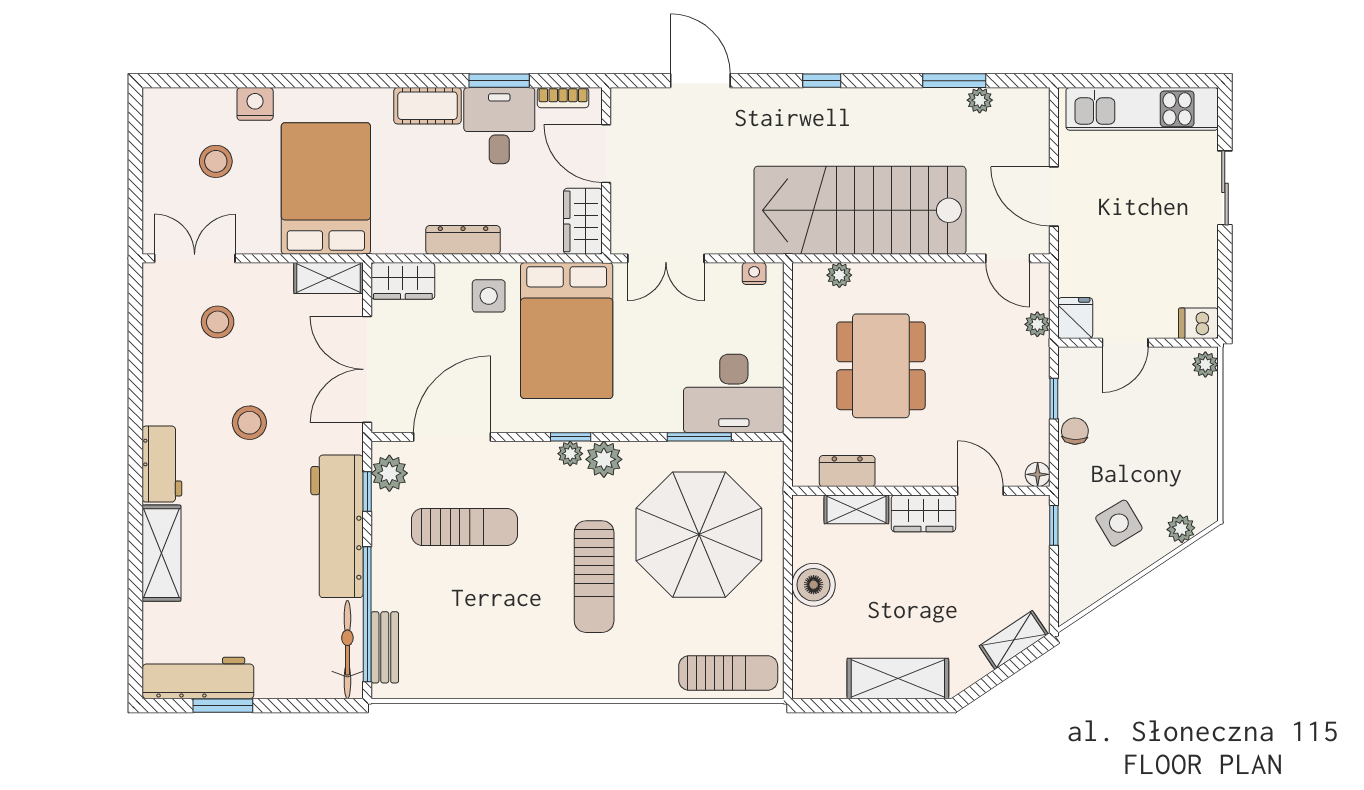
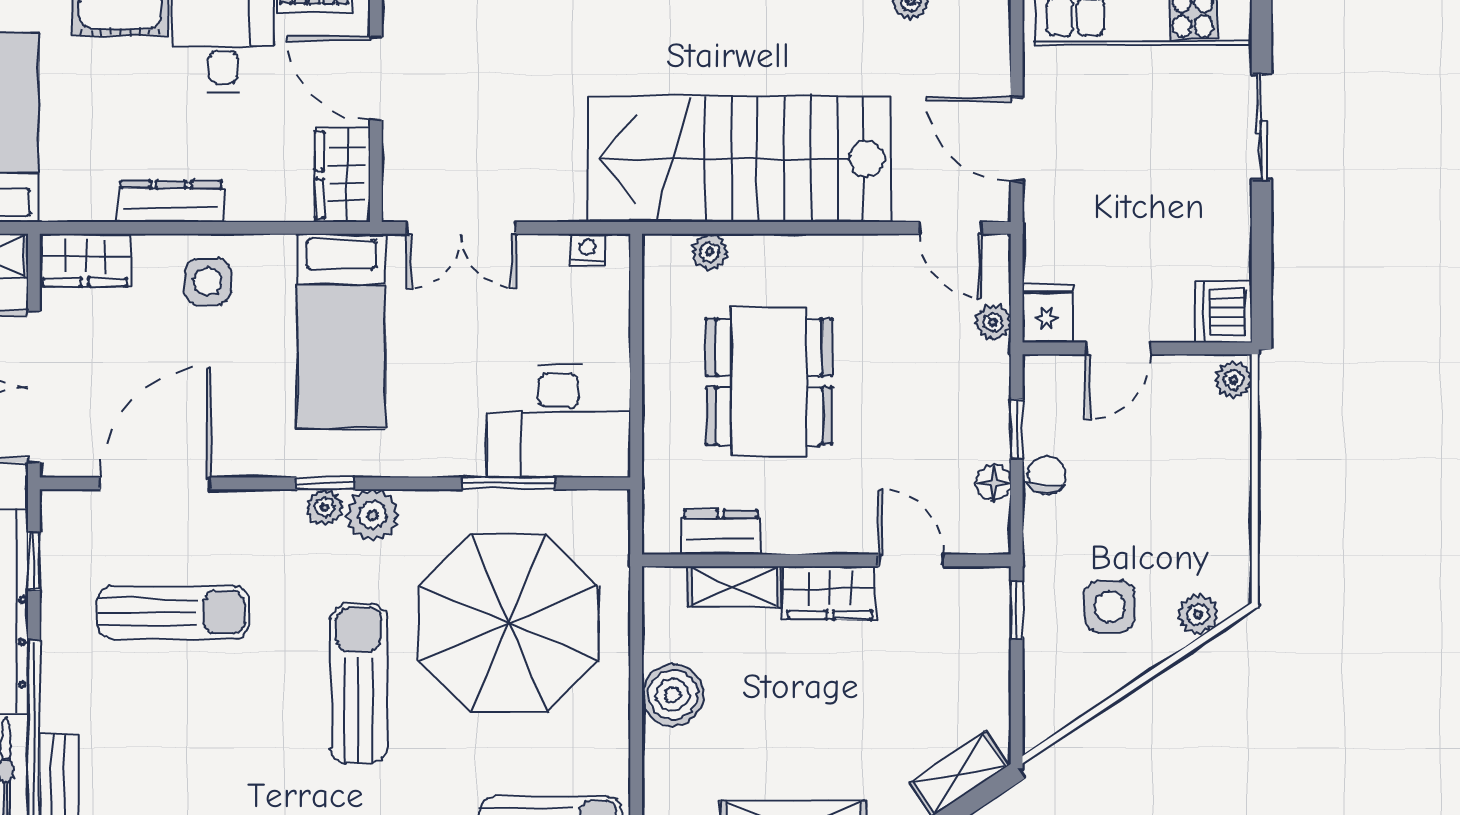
dishwasher: (1198, 323) -> (1223, 312), width x1.38
bed: (567, 331) -> (341, 331), width x0.67
plant: (389, 473) -> (66, 535), removed
floor lamp: (1038, 474) -> (993, 483), moved
side table: (1119, 523) -> (1110, 607), turned 31
sun lounger: (594, 577) -> (359, 683), turned 180

